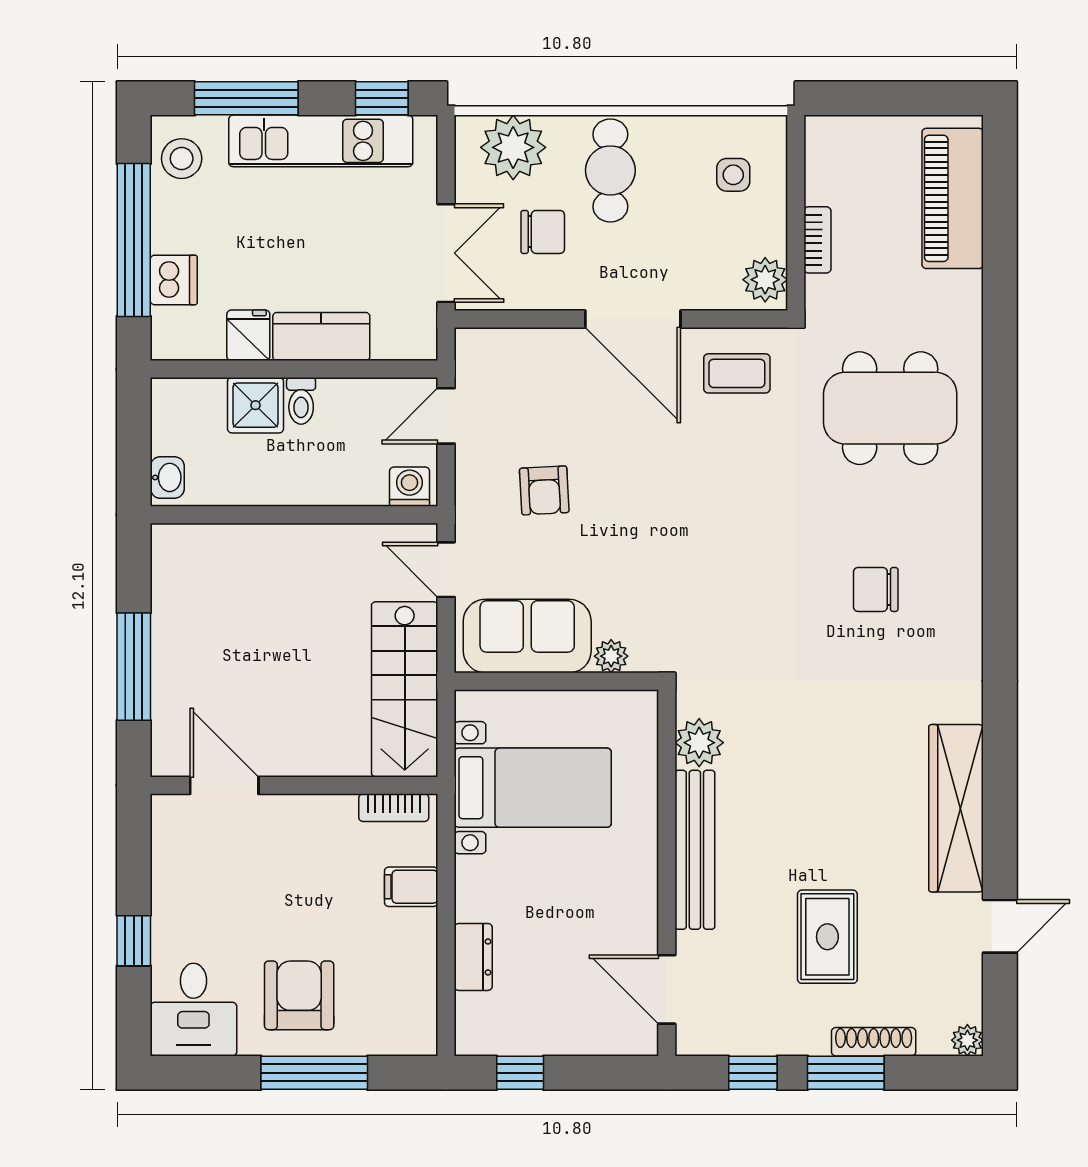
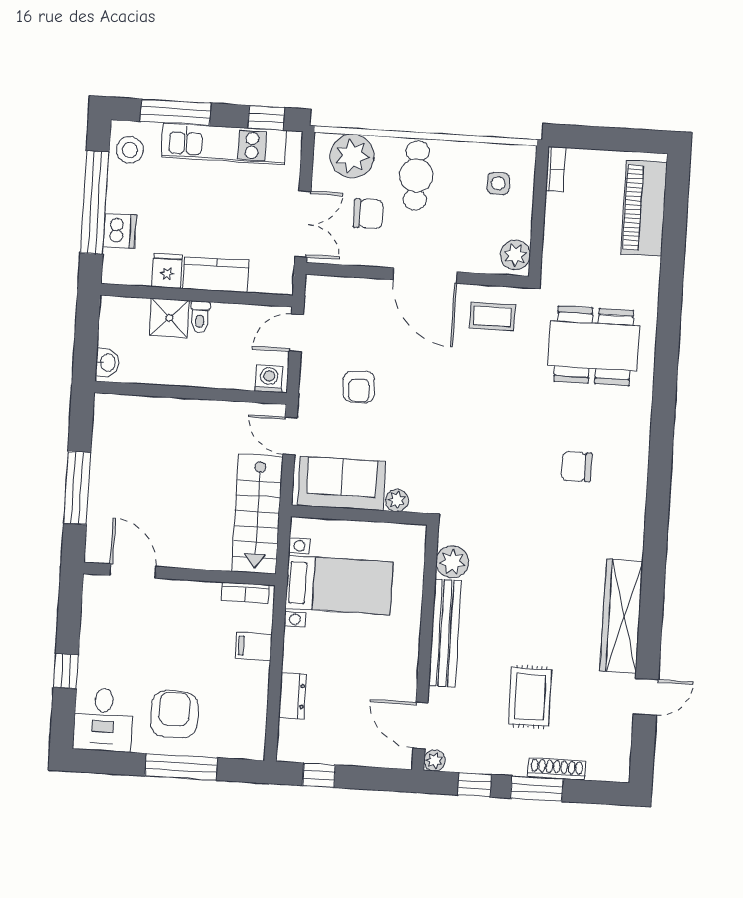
bookcase: (817, 240) -> (556, 169), moved
plant: (967, 1040) -> (435, 761), moved

